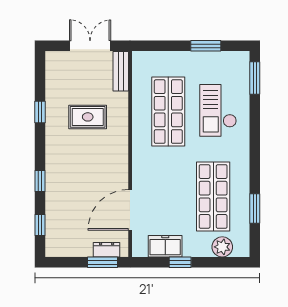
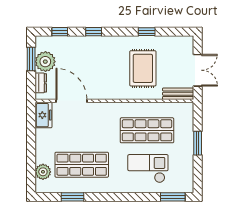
window: (206, 46) -> (198, 143), moved
rug: (88, 117) -> (143, 68), width x1.36, depth x1.43
plant: (79, 244) -> (45, 62), added
freezer: (165, 246) -> (43, 115), moved
window: (102, 262) -> (31, 59), moved
window: (180, 262) -> (31, 139), removed

